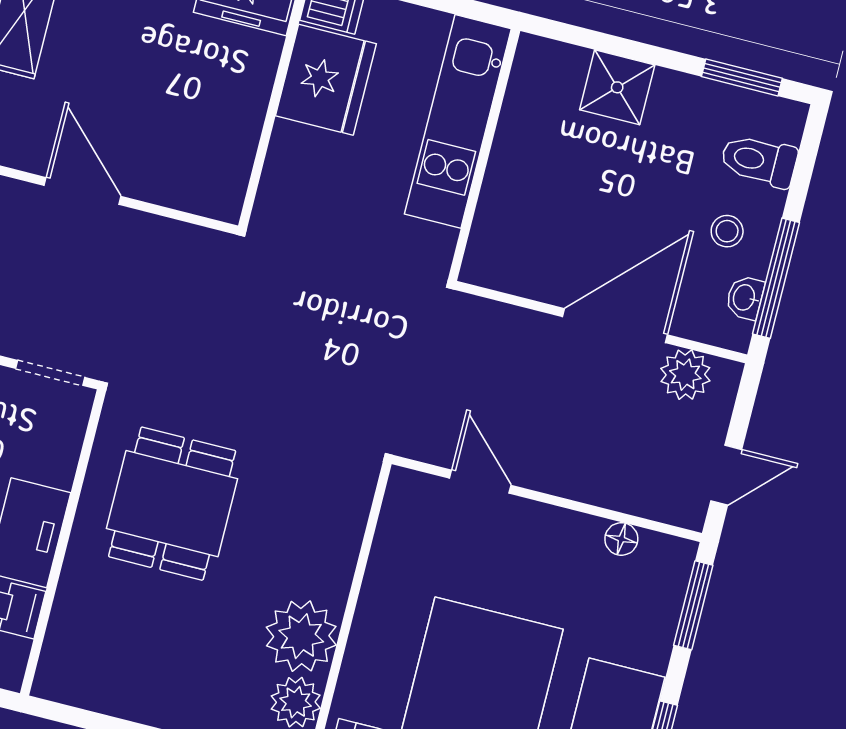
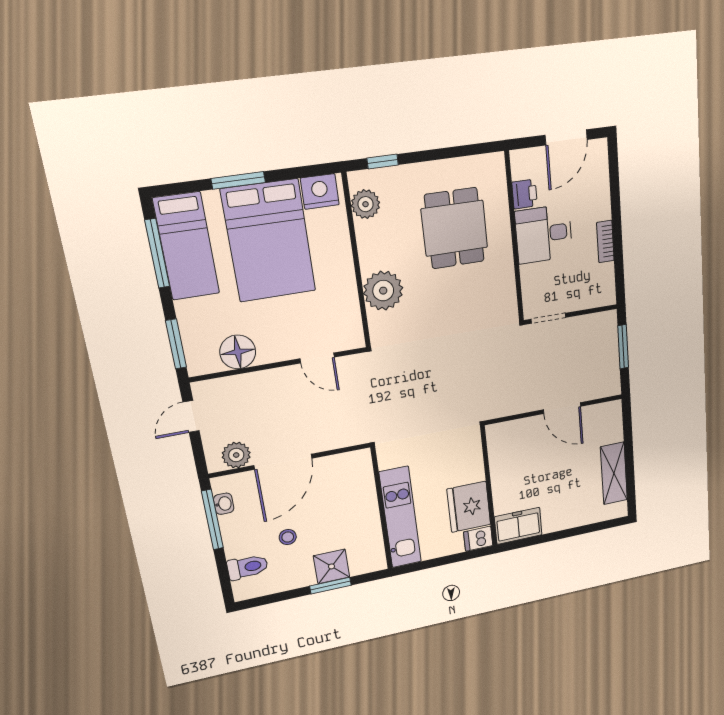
window: (742, 77) -> (330, 586), moved
stool: (727, 231) -> (288, 537), moved
dining table: (172, 504) -> (454, 228), moved
floor lamp: (621, 539) -> (238, 352), width x1.89, depth x1.89
plant: (301, 636) -> (383, 291), moved

